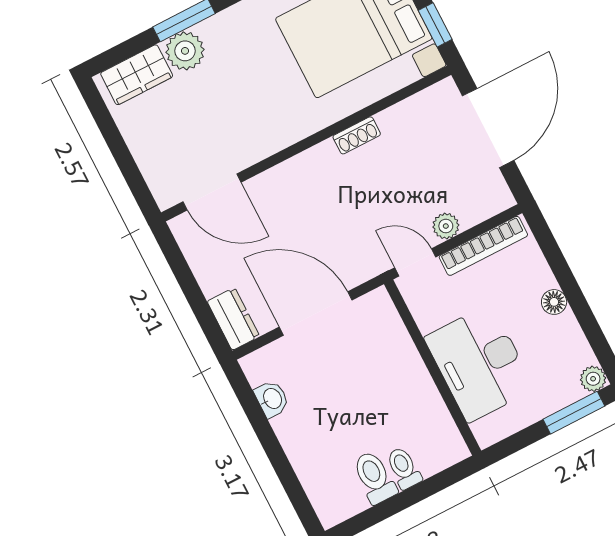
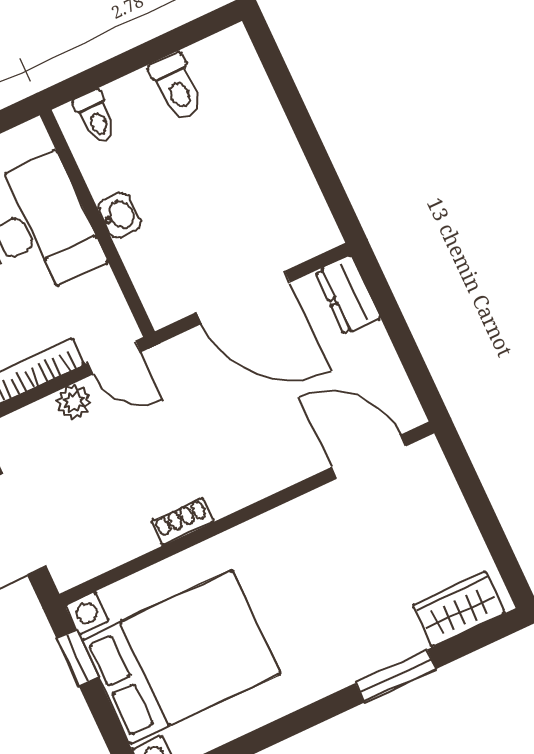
plant: (185, 51) -> (396, 637), removed
washbasin: (272, 399) -> (119, 216), moved, turned 180
toilet: (404, 468) -> (96, 117), moved

